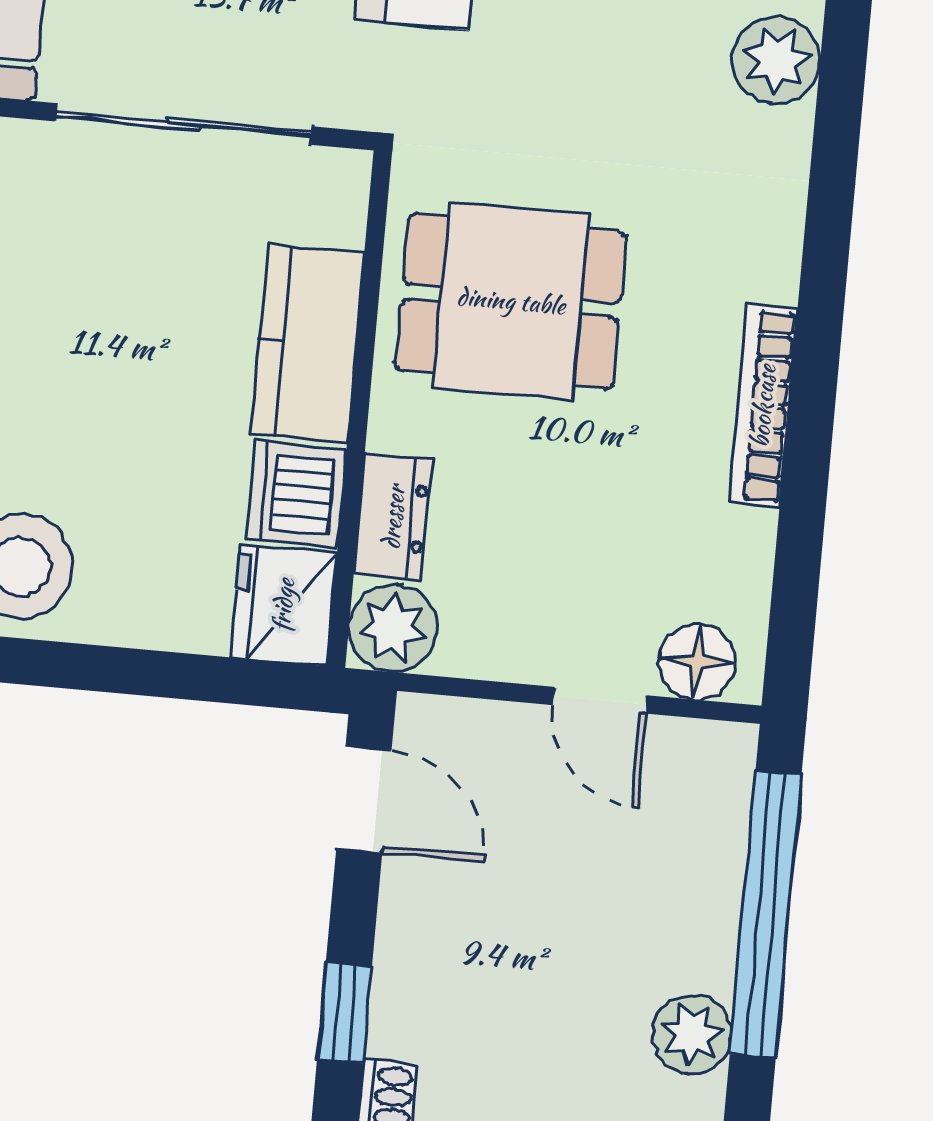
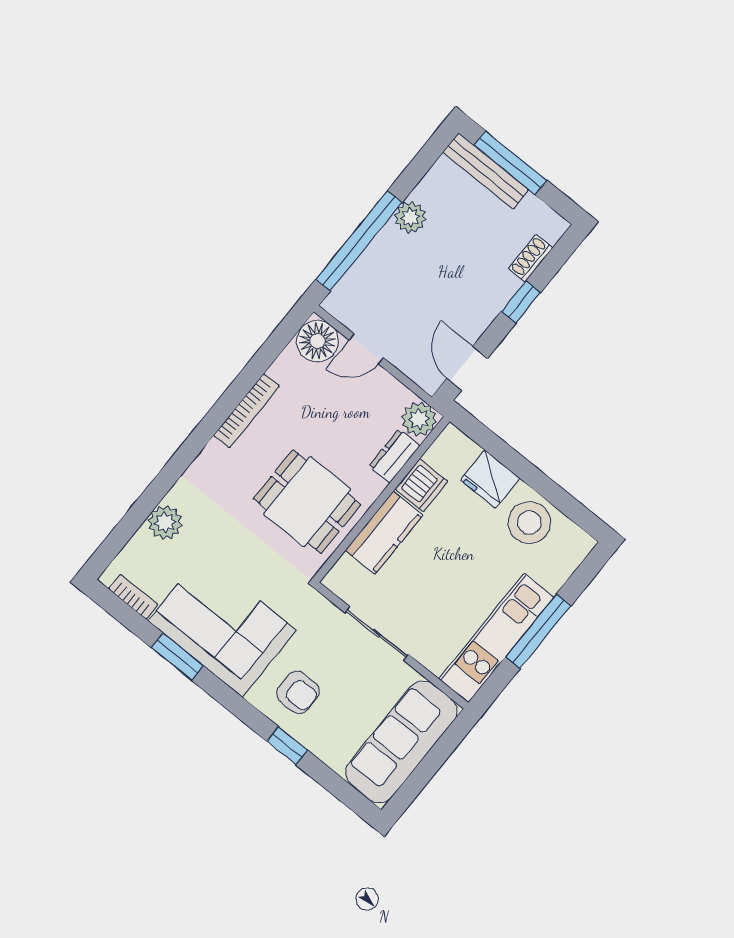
sliding door: (184, 124) -> (376, 633), width x0.73
fridge: (283, 605) -> (490, 479), moved, turned 90
floor lamp: (697, 662) -> (317, 341), width x1.38, depth x1.38
door: (600, 700) -> (366, 349), swing flipped

